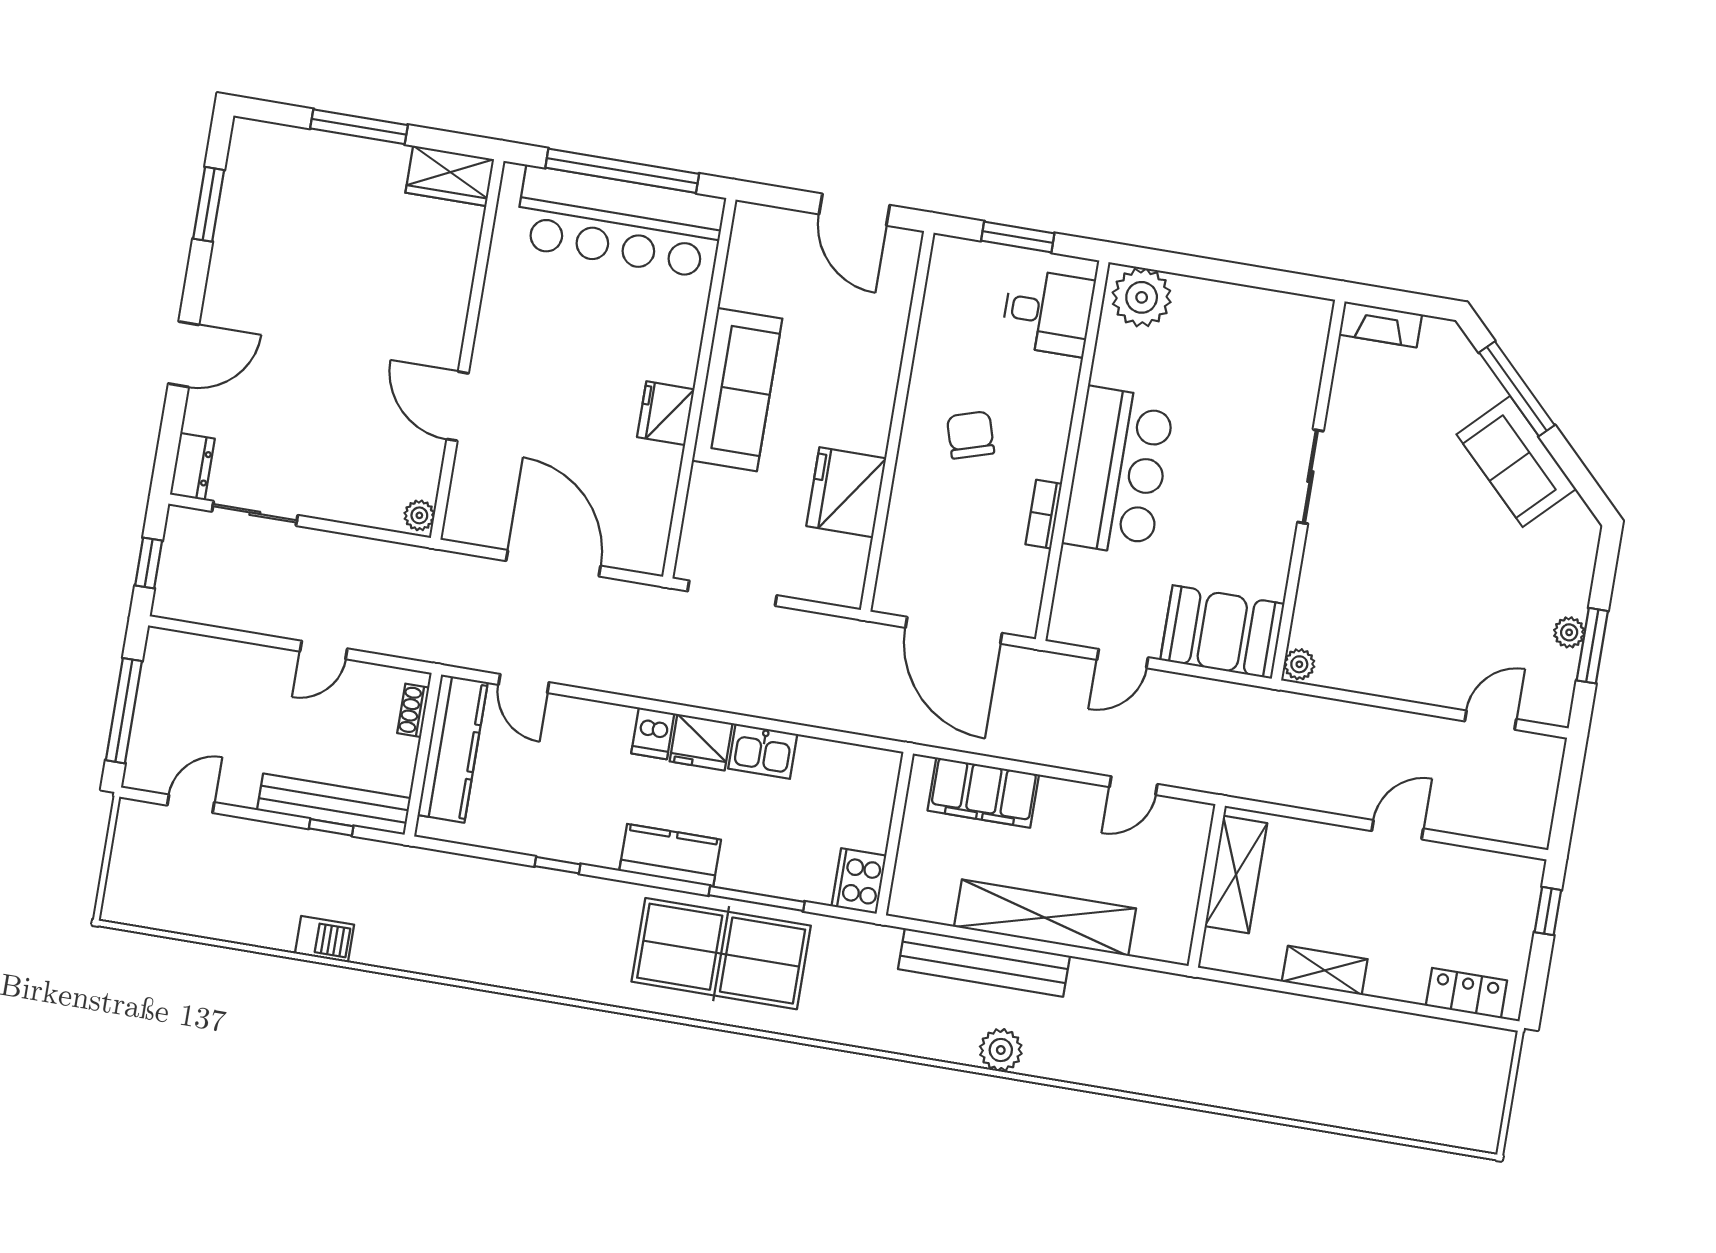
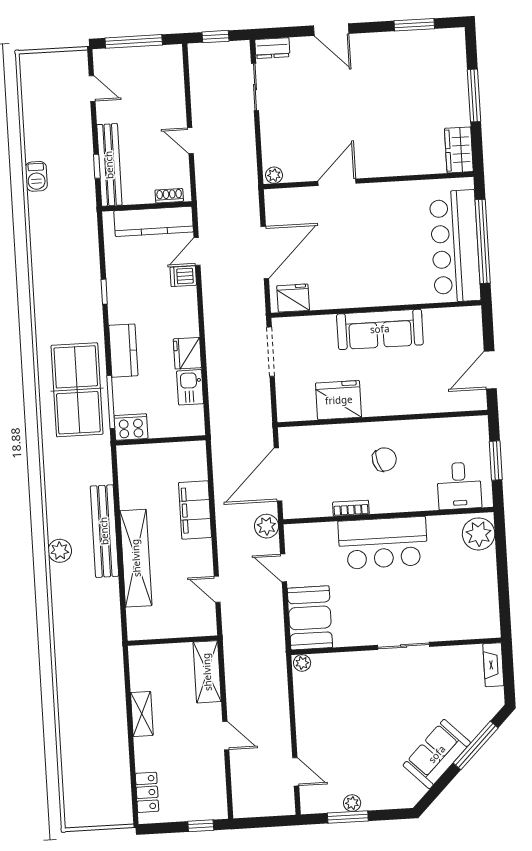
fridge: (666, 413) -> (293, 298), moved
plant: (1041, 672) -> (267, 526), added
dishwasher: (653, 733) -> (183, 276), moved
wall: (895, 834) -> (161, 440), moved
shelving: (1236, 875) -> (207, 672), moved, turned 90
cooker: (859, 881) -> (131, 427), moved

